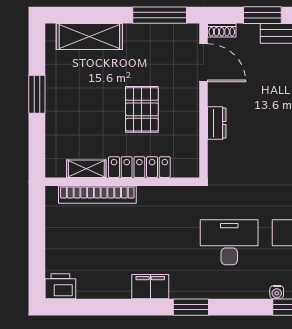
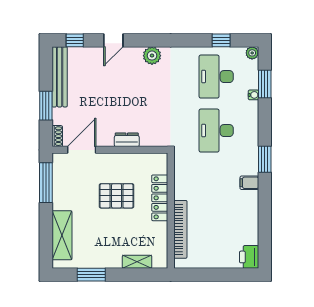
window: (37, 94) -> (91, 275), moved
shelving: (86, 169) -> (137, 262), moved, turned 90
filing cabinet: (150, 287) -> (249, 183), width x0.50

